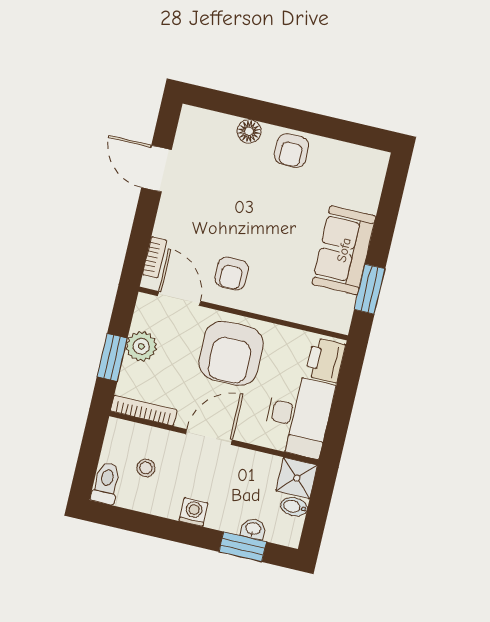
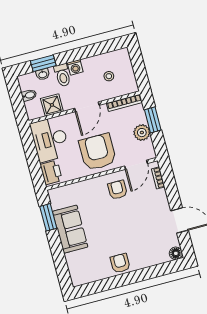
floor lamp: (249, 131) -> (176, 253), moved
door: (179, 299) -> (136, 165), hinge flipped
shower: (297, 478) -> (52, 105), moved
toilet: (106, 483) -> (63, 75), moved

